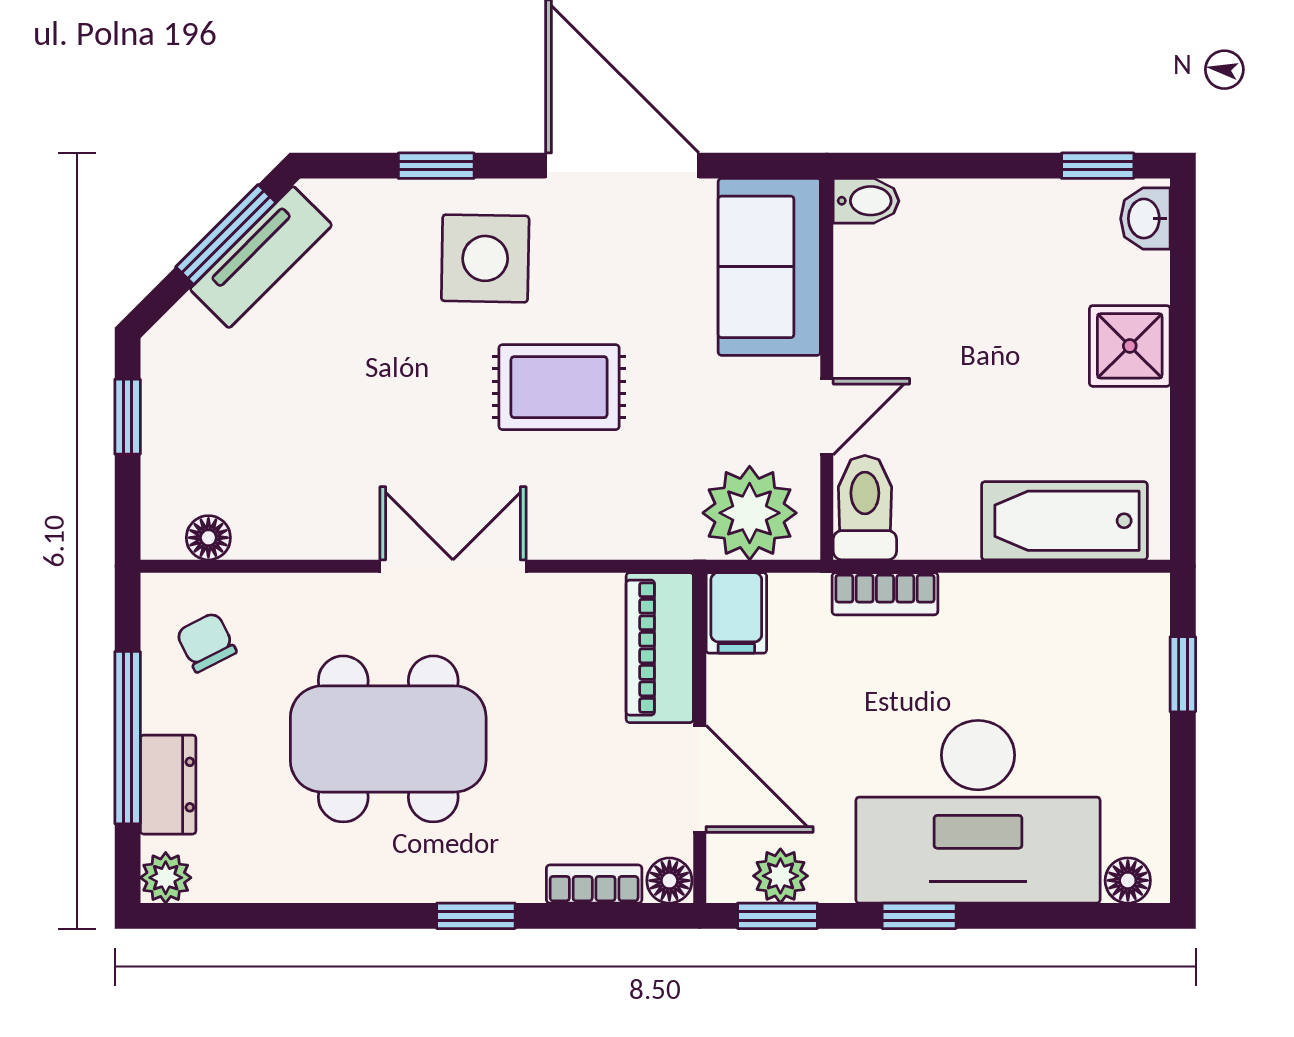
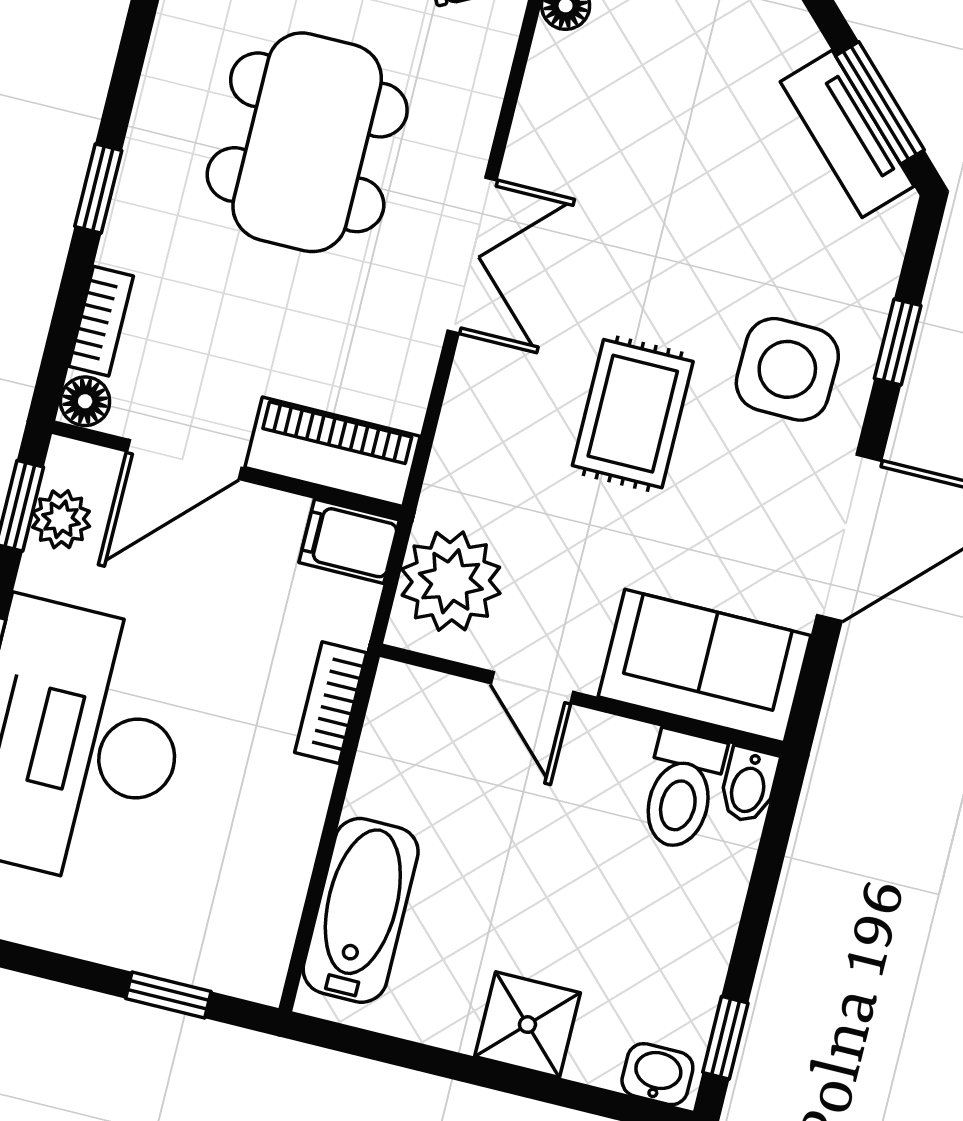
toilet: (865, 508) -> (682, 790), moved, turned 90

